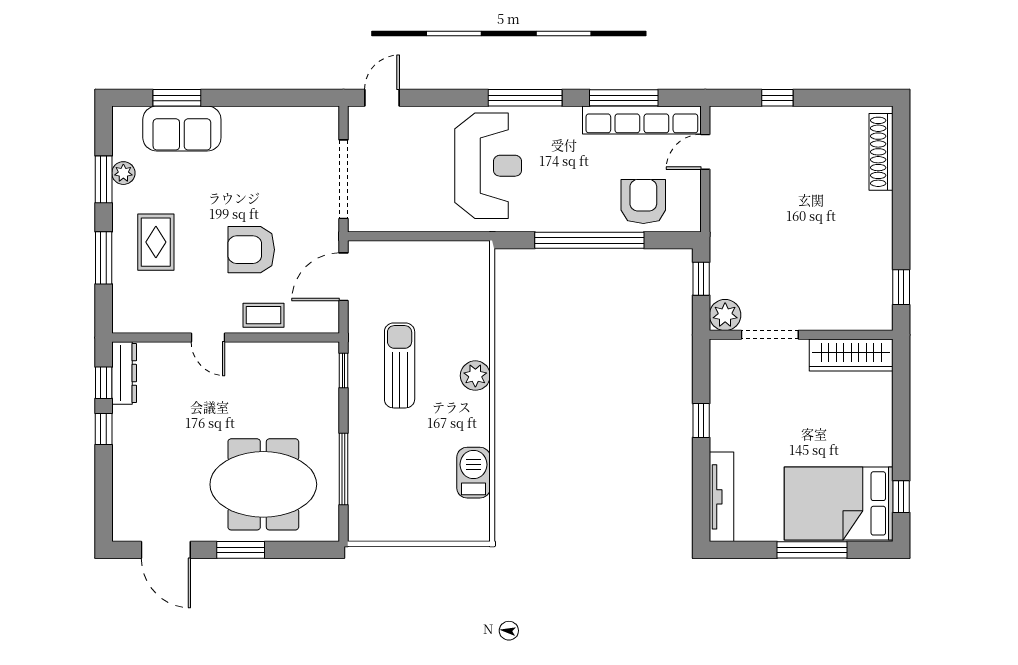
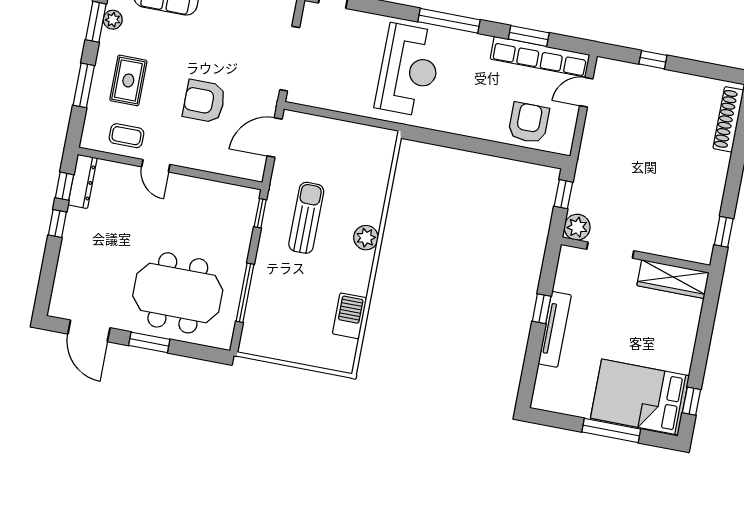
window: (624, 98) -> (529, 36), width x0.69
window: (589, 240) -> (479, 146), removed
coffee table: (263, 315) -> (127, 136), moved
tv unit: (721, 497) -> (555, 329), moved

